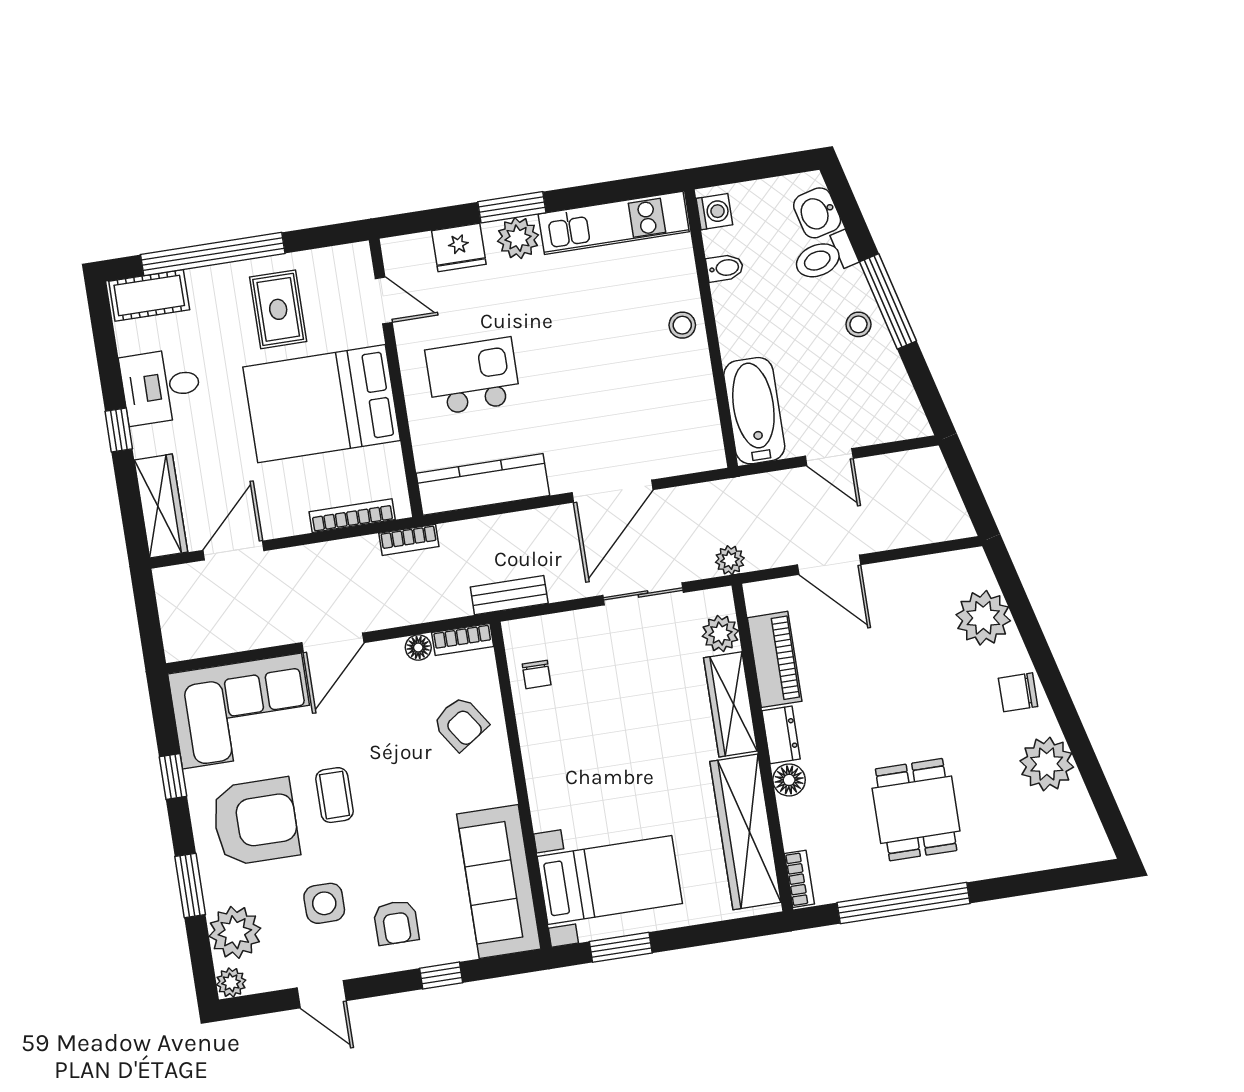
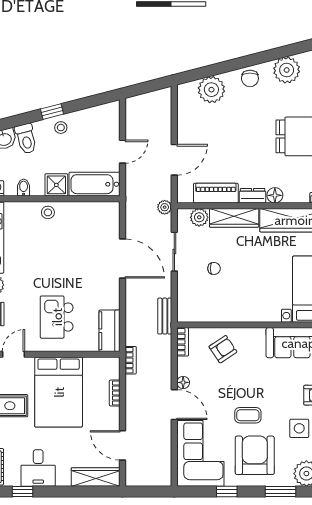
window: (888, 301) -> (52, 112), width x0.46
shower: (741, 334) -> (56, 185), added
window: (119, 430) -> (22, 492), moved
kitchen counter: (483, 484) -> (110, 331), width x0.67
bookcase: (352, 516) -> (115, 393), width x0.64
floor lamp: (418, 647) -> (183, 382), moved
chair: (537, 674) -> (214, 268), moved

